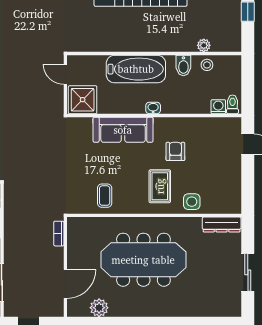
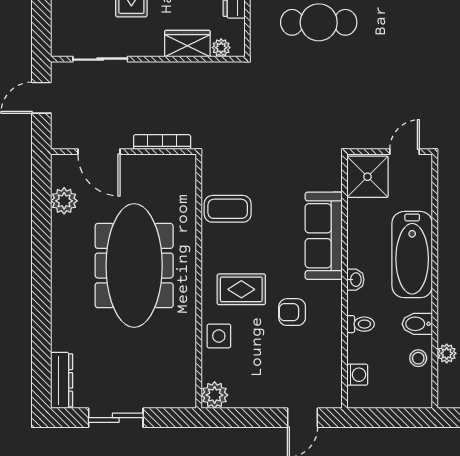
toilet: (232, 104) -> (361, 324), moved
armchair: (175, 151) -> (292, 312), turned 180
coffee table: (105, 196) -> (228, 209), width x1.36, depth x1.30
plant: (232, 205) -> (215, 395), added
dresser: (222, 224) -> (62, 380), moved, turned 180
bookcase: (59, 234) -> (162, 142), width x1.56

